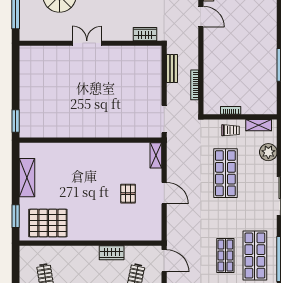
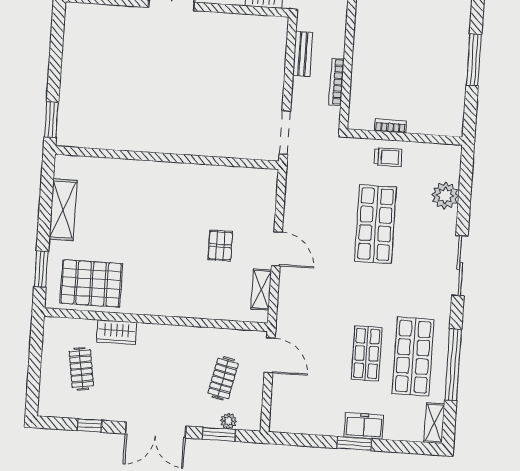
shelving: (259, 125) -> (433, 152), removed
shelving: (156, 155) -> (261, 289), moved
wardrobe: (112, 253) -> (117, 332), moved

